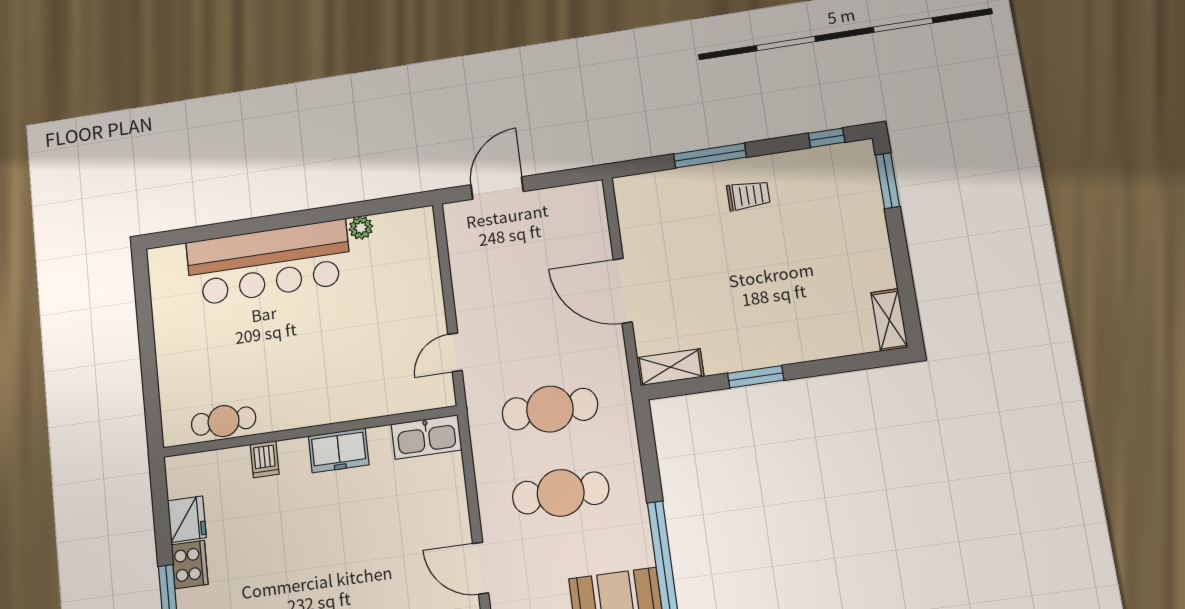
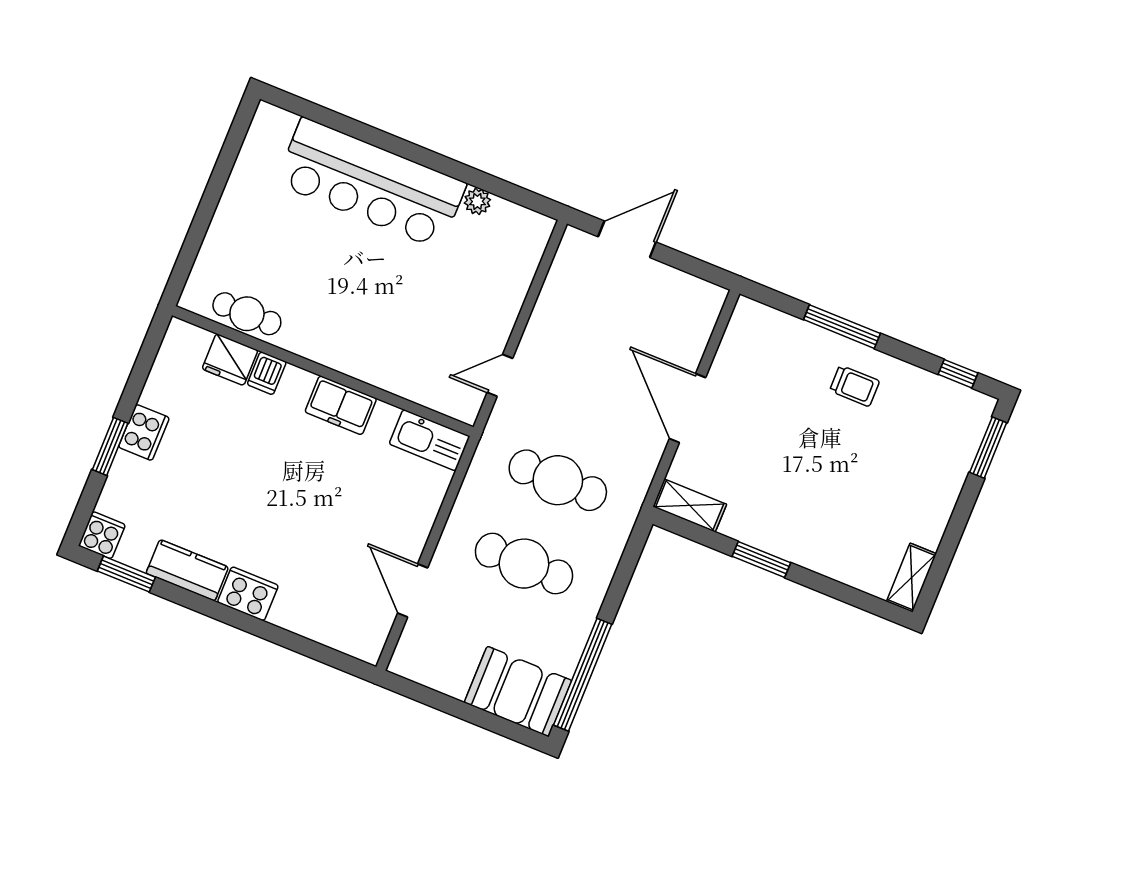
fridge: (187, 519) -> (230, 360), moved, turned 90

